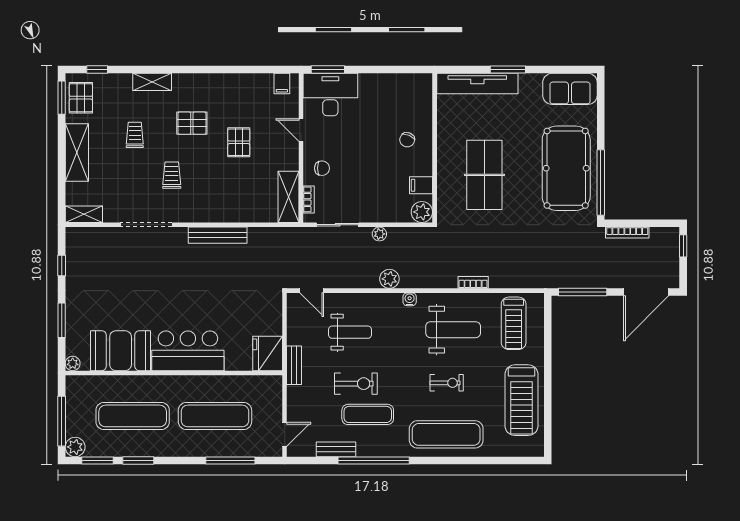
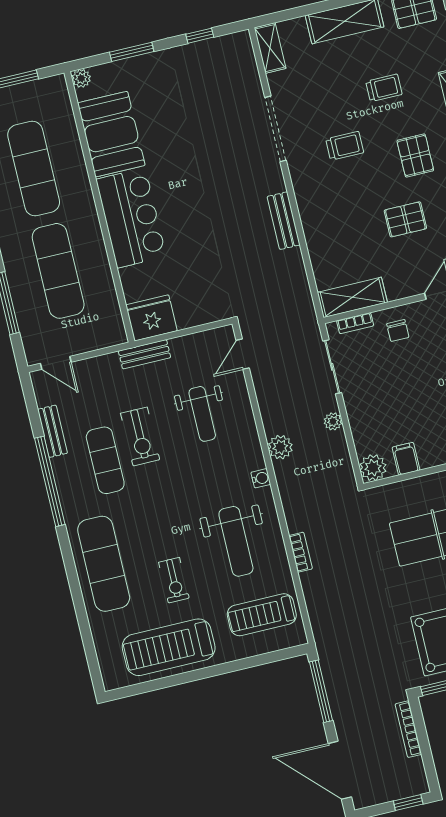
bench: (218, 235) -> (284, 221), width x0.73
exercise bike: (447, 383) -> (174, 580), moved

